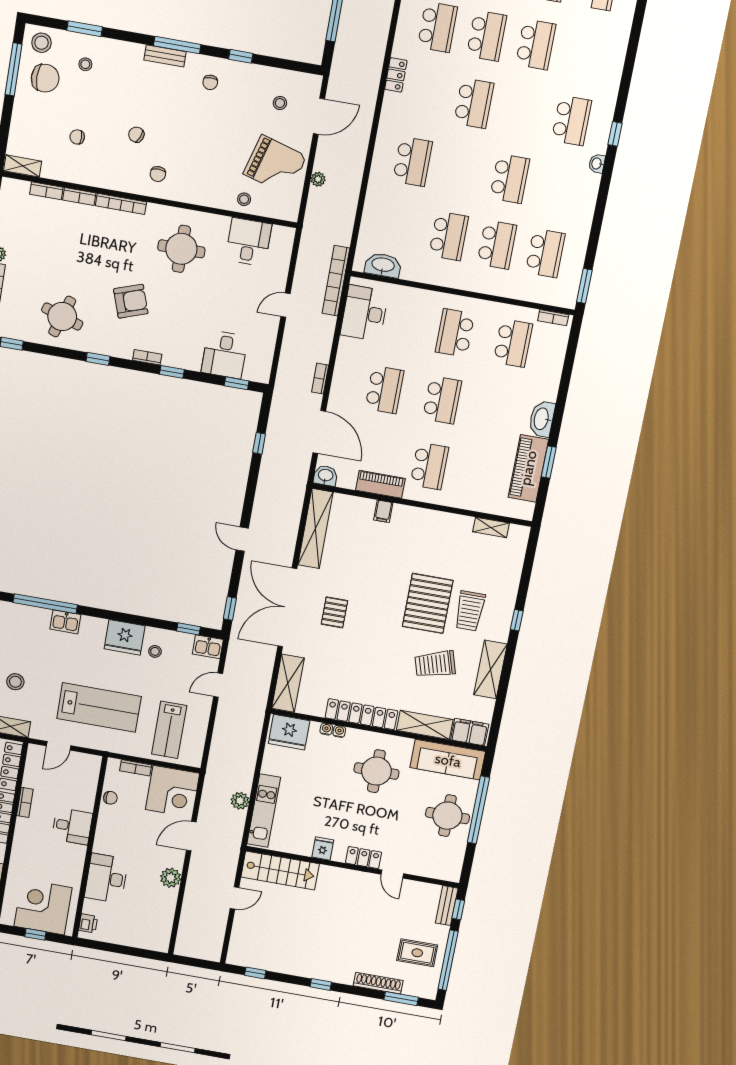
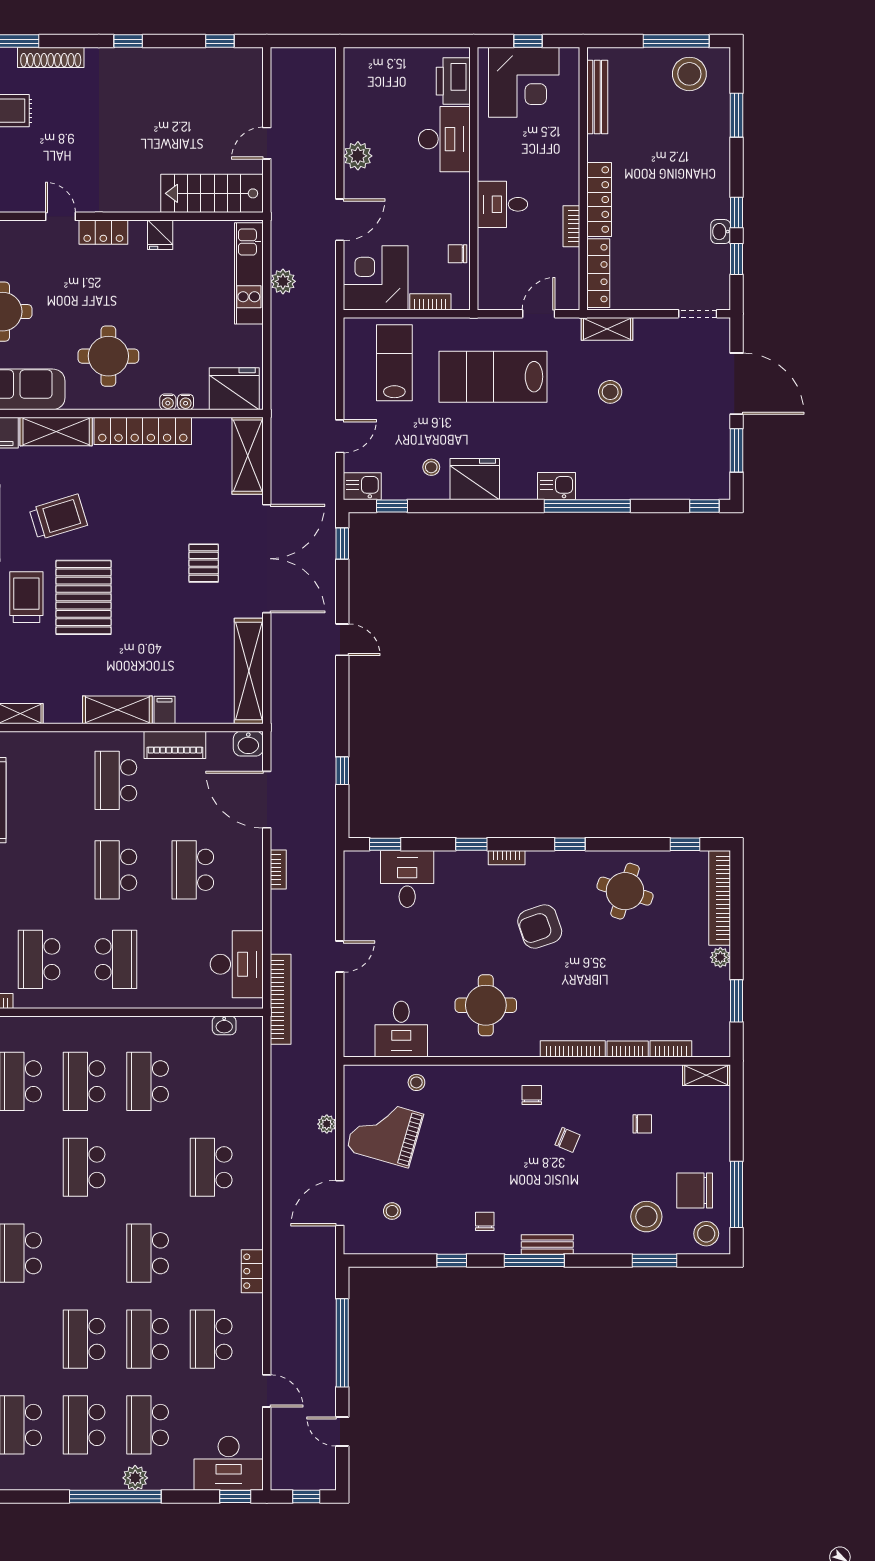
stool: (85, 64) -> (646, 1217), width x1.89, depth x1.89
washbasin: (383, 265) -> (224, 1025), width x0.52, depth x0.69
shelving: (418, 517) -> (117, 710), added
printer: (88, 923) -> (453, 81), width x1.87, depth x1.48

